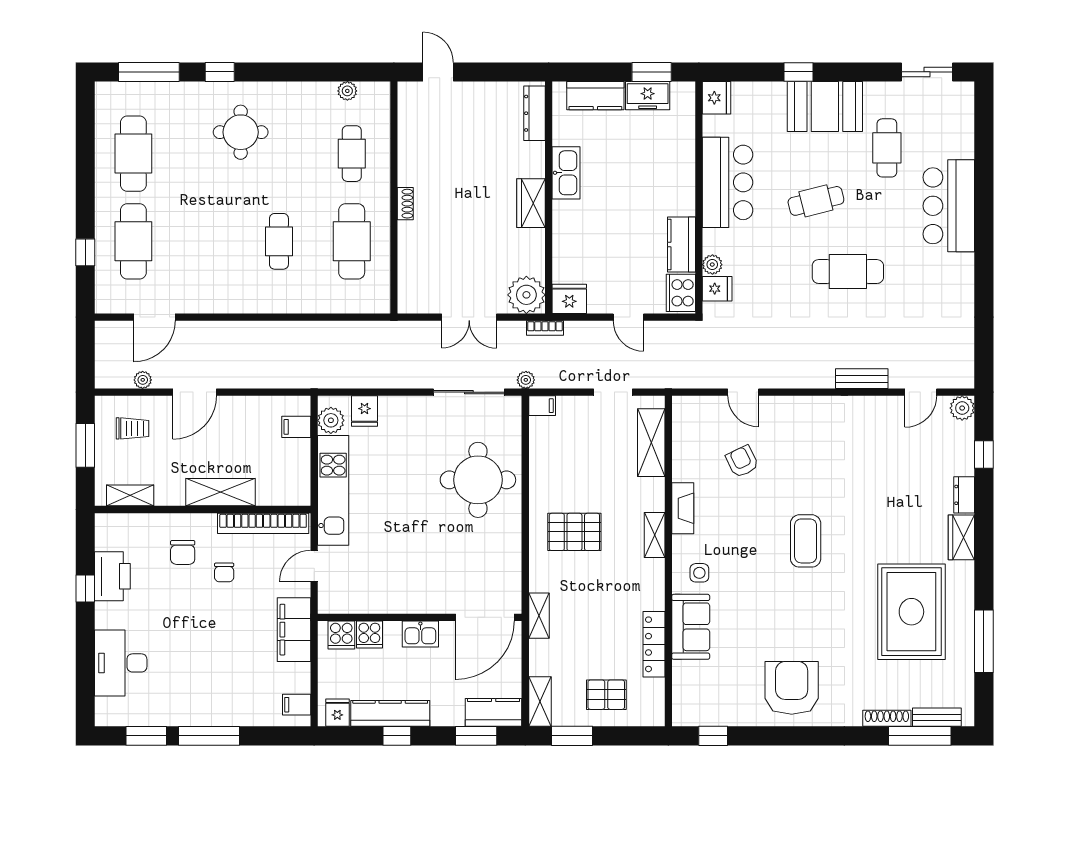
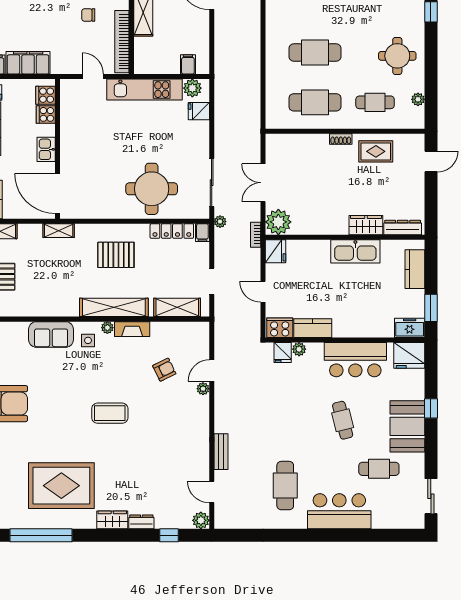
freezer: (648, 96) -> (410, 328), moved, turned 90
fridge: (717, 98) -> (409, 355), width x1.36, depth x1.34
round table: (241, 132) -> (397, 56), moved
rug: (423, 153) -> (376, 151), added
kitchen sink: (566, 173) -> (355, 251), width x1.36, depth x1.24
wardrobe: (531, 203) -> (366, 225), moved
cafe table: (279, 241) -> (315, 53), width x1.37, depth x1.35
cafe table: (848, 272) -> (285, 486), moved
door: (628, 317) -> (263, 292), hinge flipped
plant: (770, 405) -> (203, 389), added
pallet: (574, 532) -> (116, 255), turned 90
shelving: (655, 535) -> (114, 307), width x2.20, depth x1.33
plant: (681, 545) -> (107, 328), added
filing cabinet: (294, 630) -> (28, 63), moved
window: (984, 641) -> (41, 535), width x1.46
locker: (654, 644) -> (172, 231), moved, turned 180

